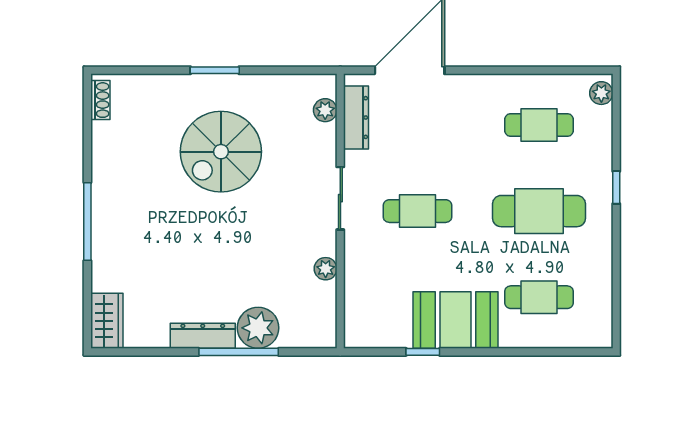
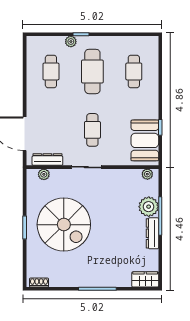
plant: (601, 93) -> (71, 42), moved
spiral stairs: (221, 152) -> (64, 225), width x1.37, depth x1.37
plant: (326, 269) -> (147, 174), moved
booth: (456, 320) -> (145, 140), moved

